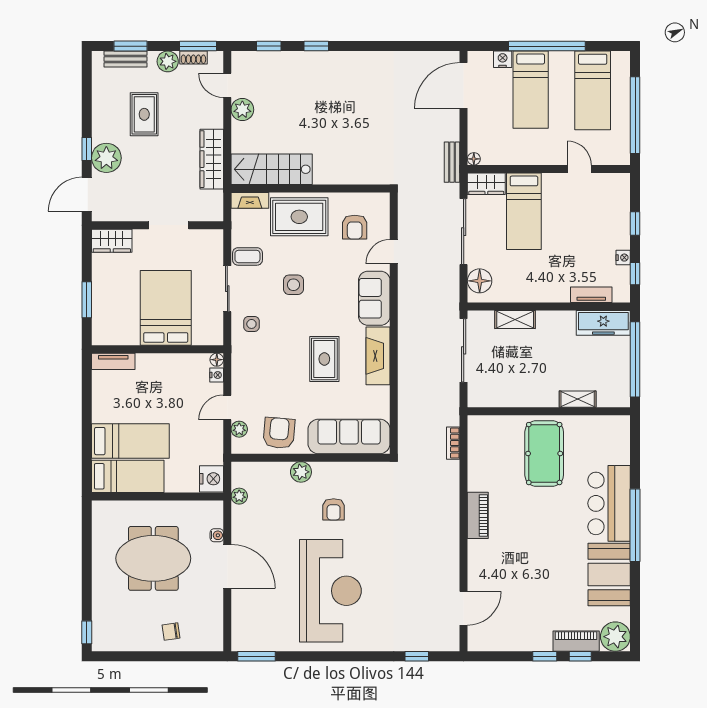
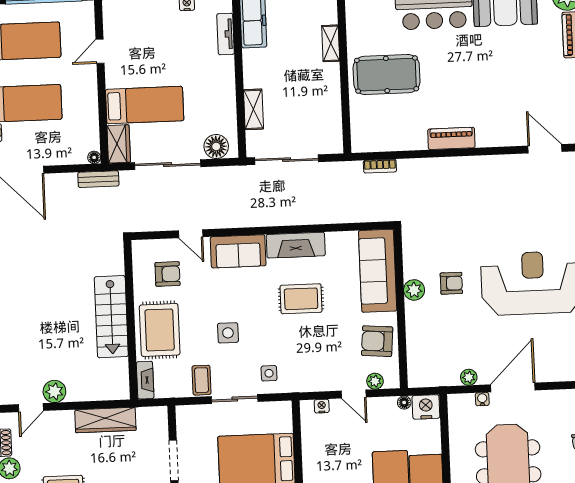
stairs: (272, 169) -> (111, 317), moved
floor lamp: (217, 360) -> (404, 403), moved
plant: (301, 472) -> (414, 290), moved
plant: (239, 496) -> (469, 377), moved

